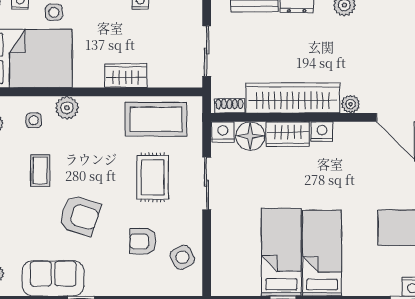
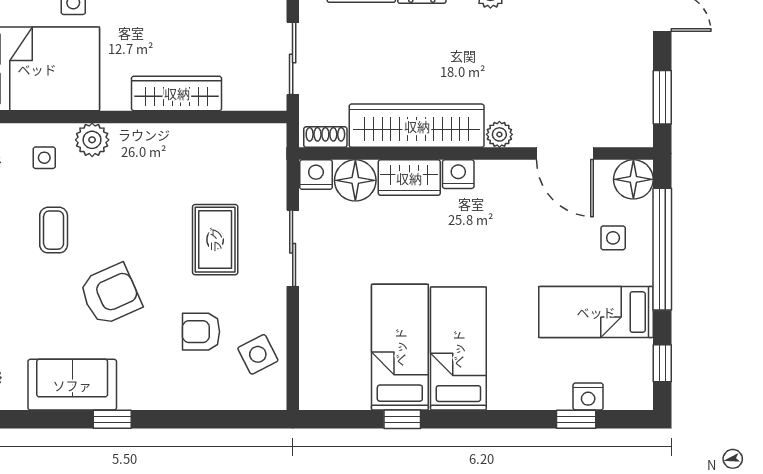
wardrobe: (126, 76) -> (177, 93), width x1.50
coffee table: (156, 119) -> (220, 156), removed
armchair: (80, 215) -> (110, 294), turned -42

